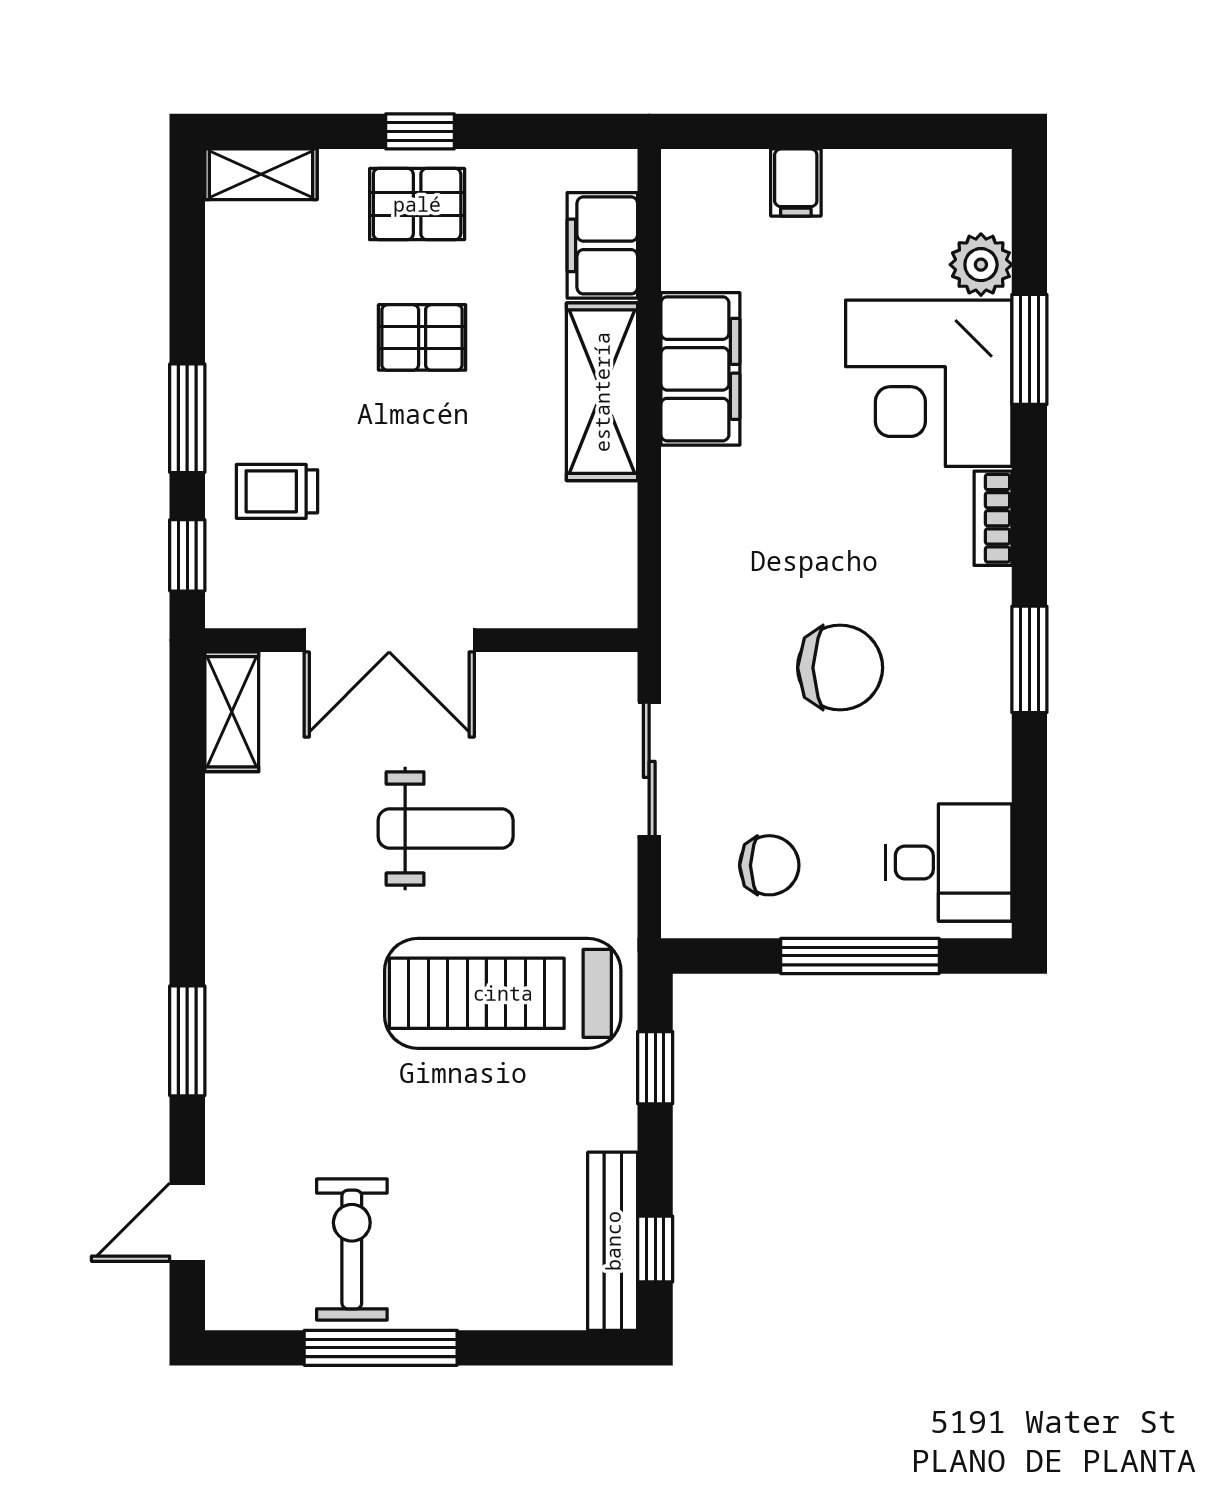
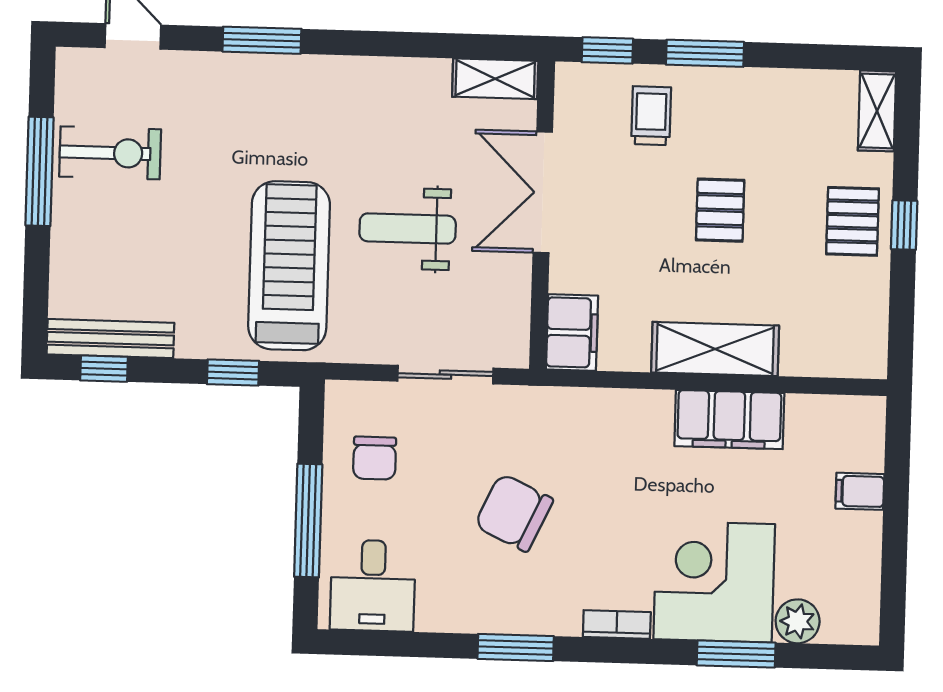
filing cabinet: (602, 245) -> (572, 332), moved, turned 90
pallet: (422, 337) -> (720, 210), moved
chair: (840, 668) -> (514, 513), turned 115
weight bench: (446, 829) -> (408, 228), turned 90

